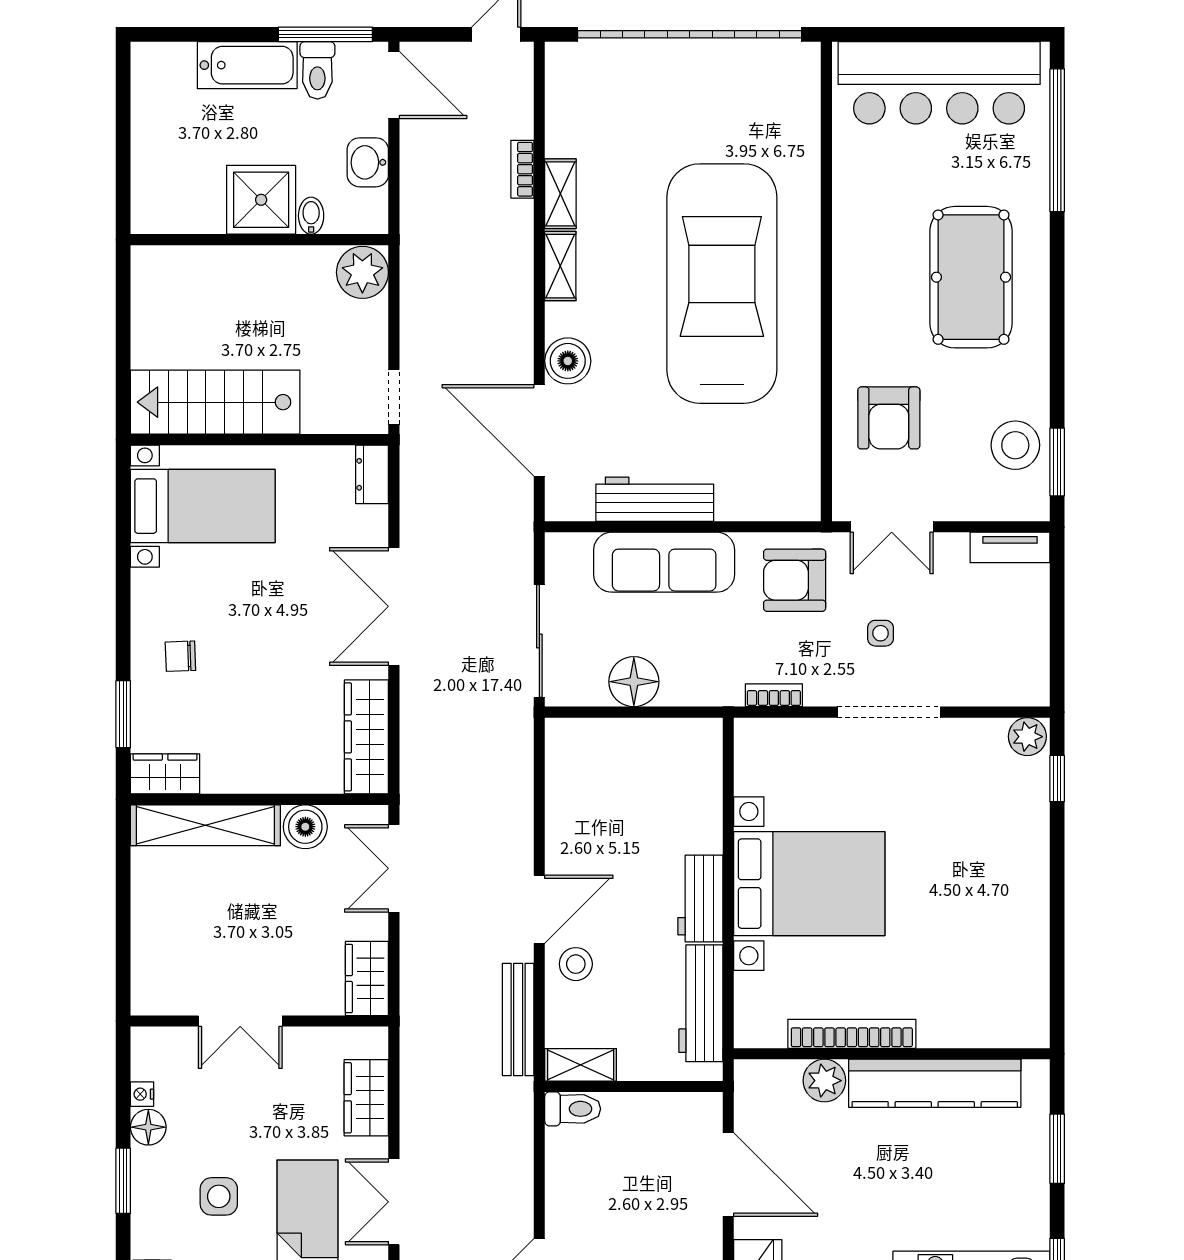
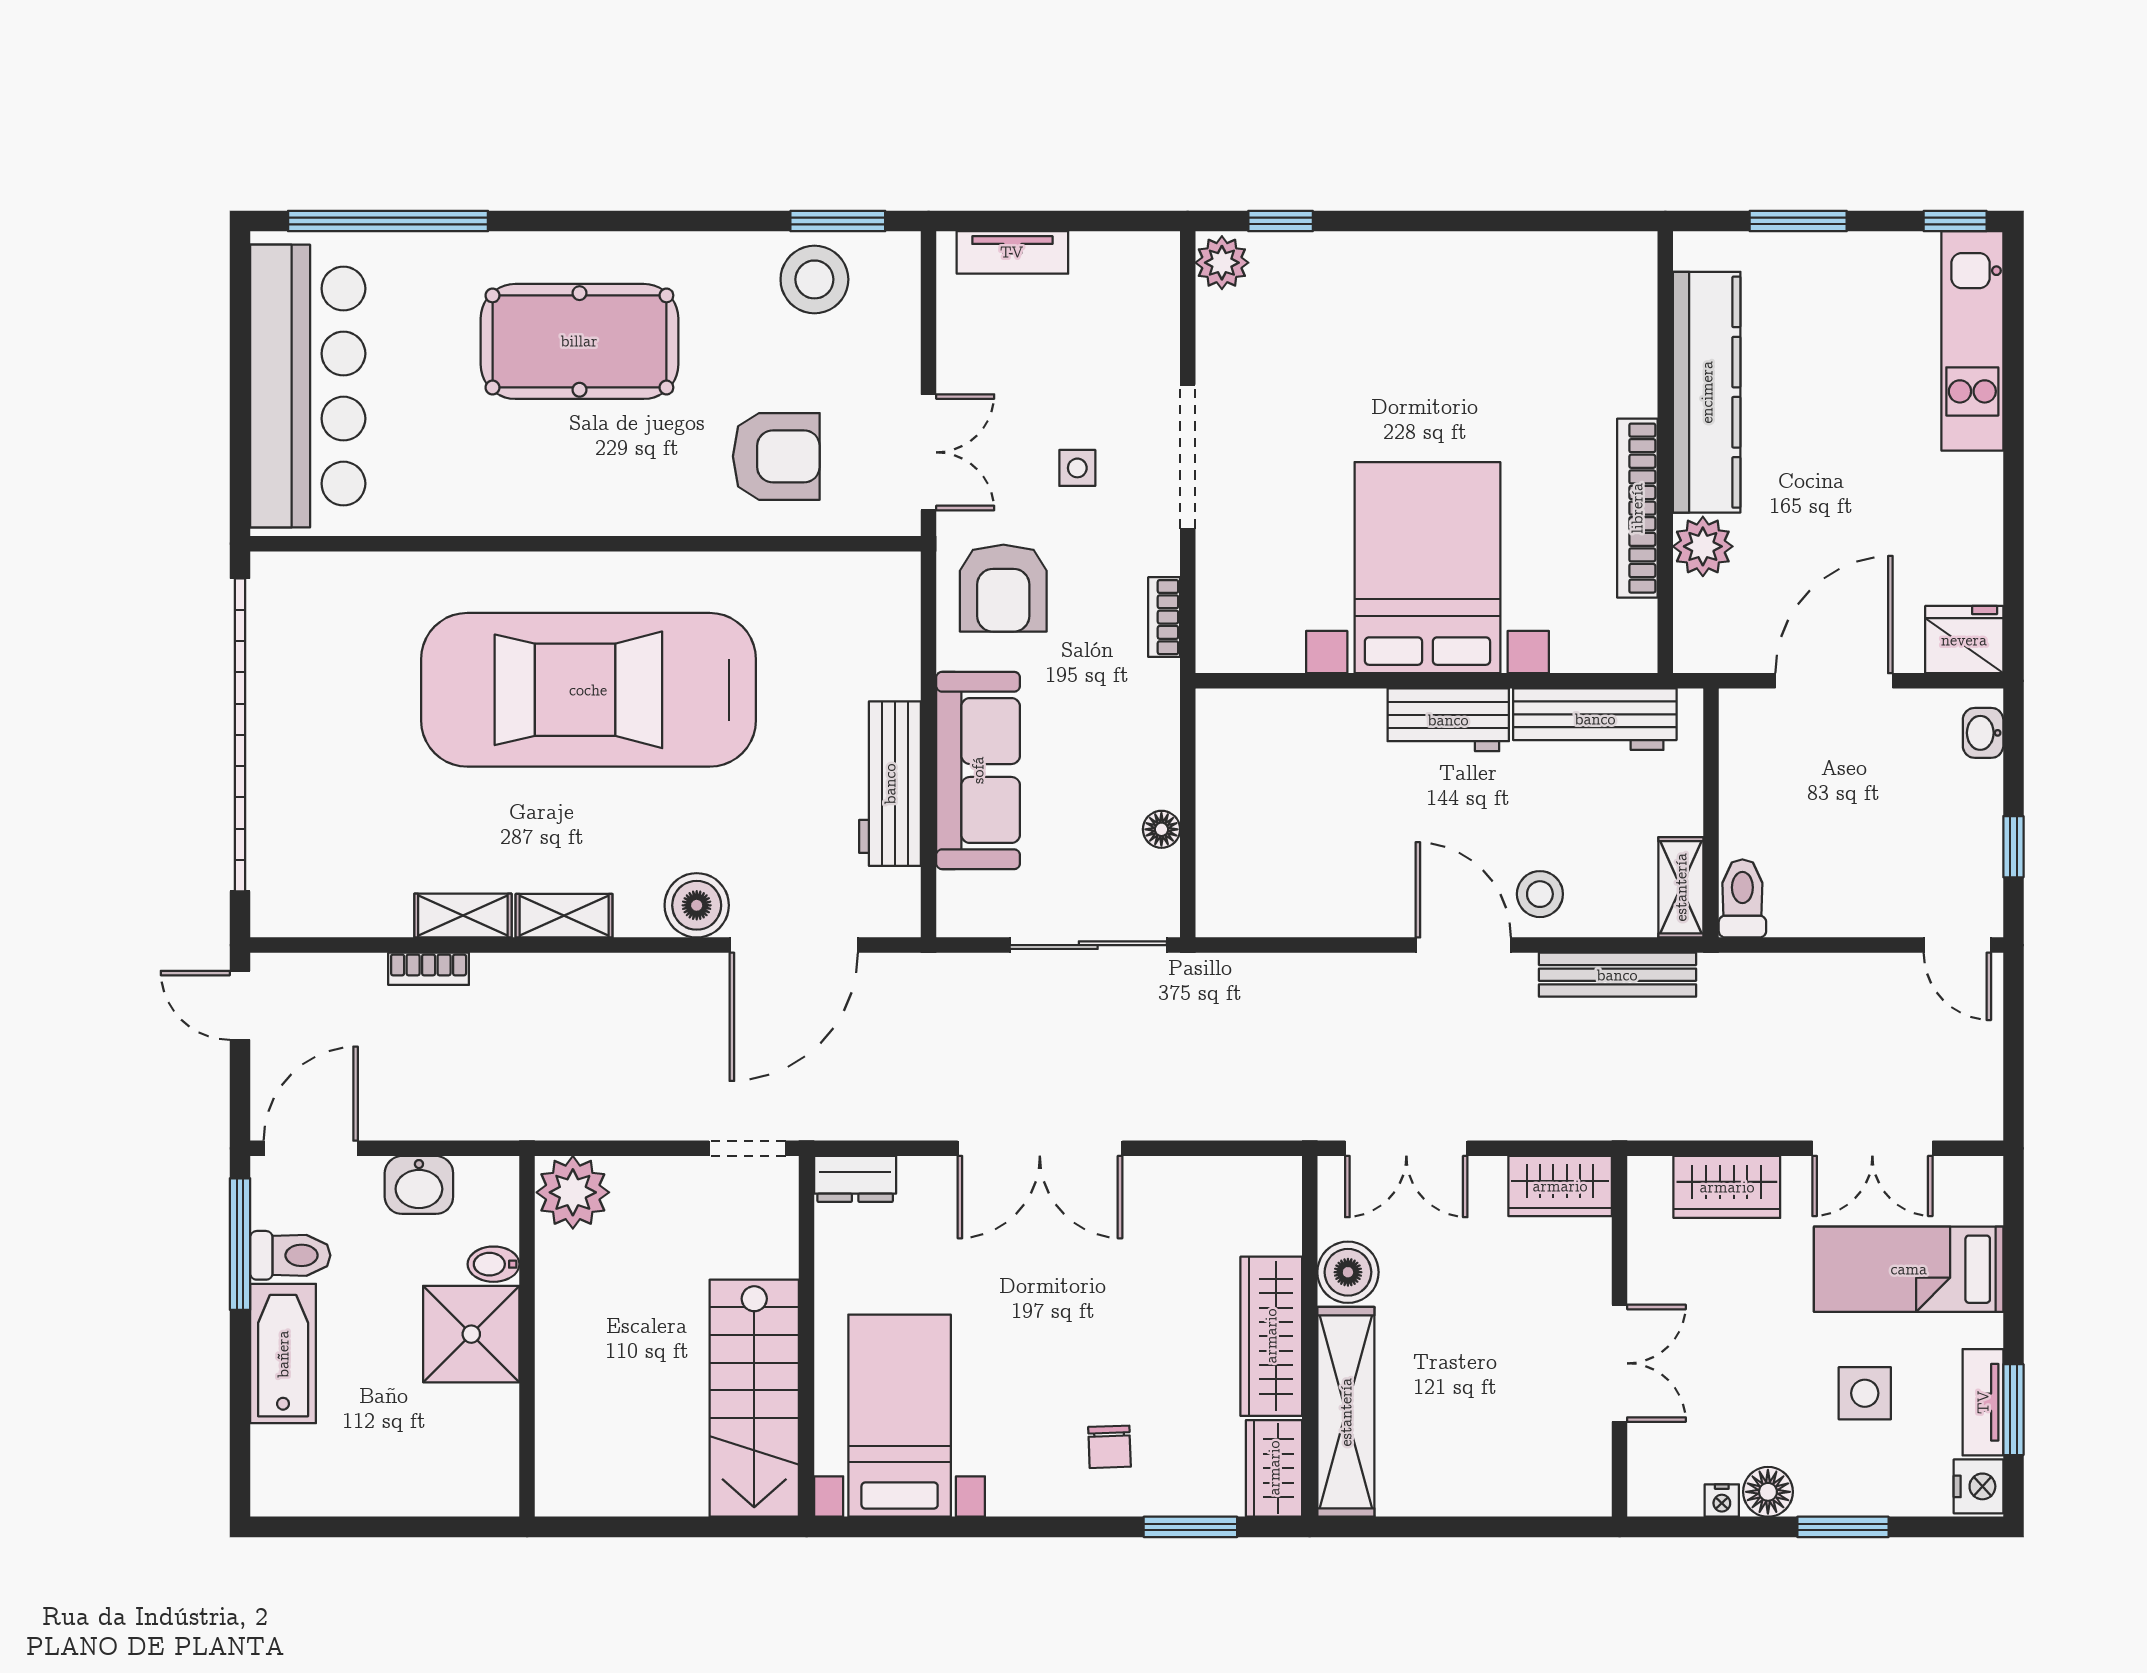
tv unit: (1010, 547) -> (1012, 252), moved, turned 90
floor lamp: (634, 682) -> (1161, 829), width x0.53, depth x0.53
wardrobe: (366, 737) -> (1271, 1336), moved, turned 90

